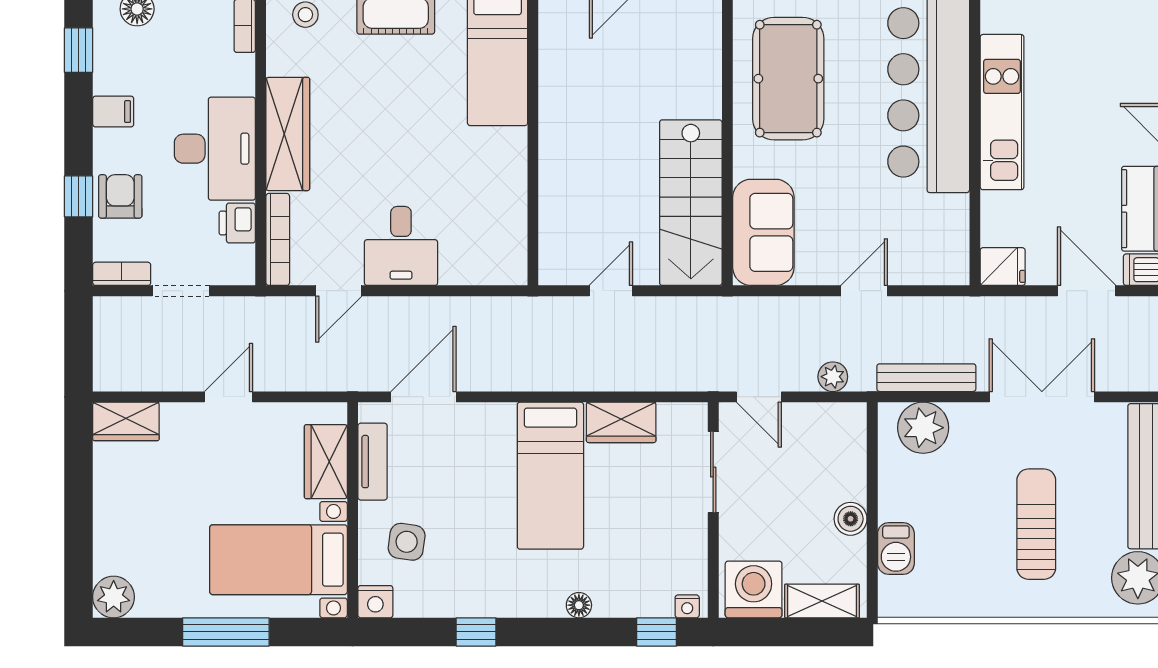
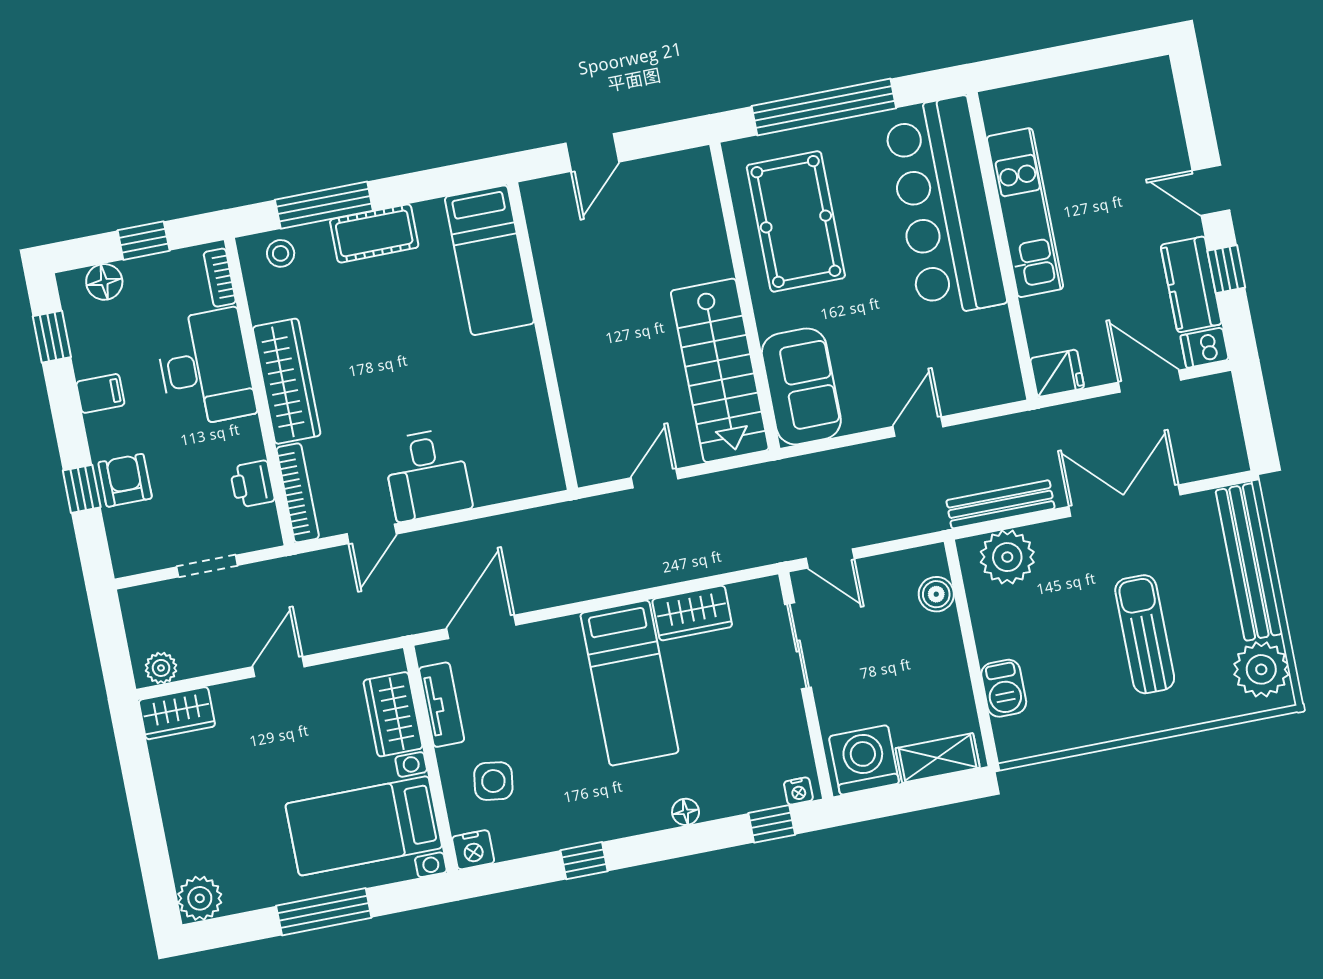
desk: (215, 149) -> (205, 368), moved
bookcase: (122, 274) -> (142, 561), removed
plant: (833, 377) -> (161, 668), moved
boiler: (851, 519) -> (936, 594), moved

